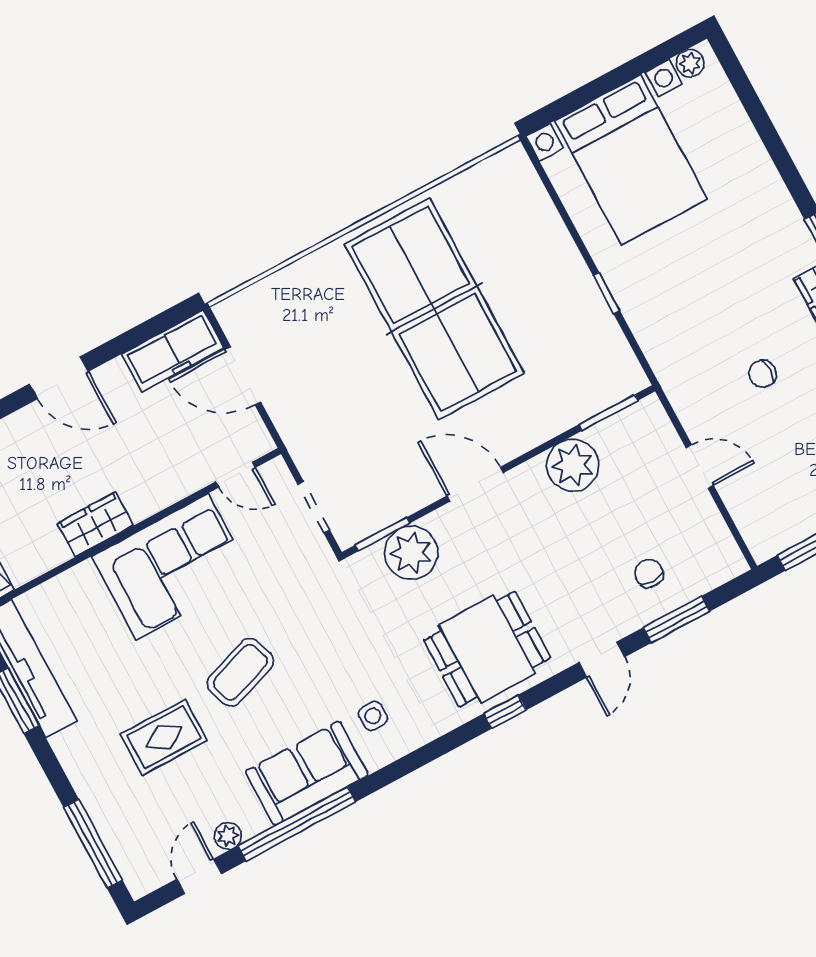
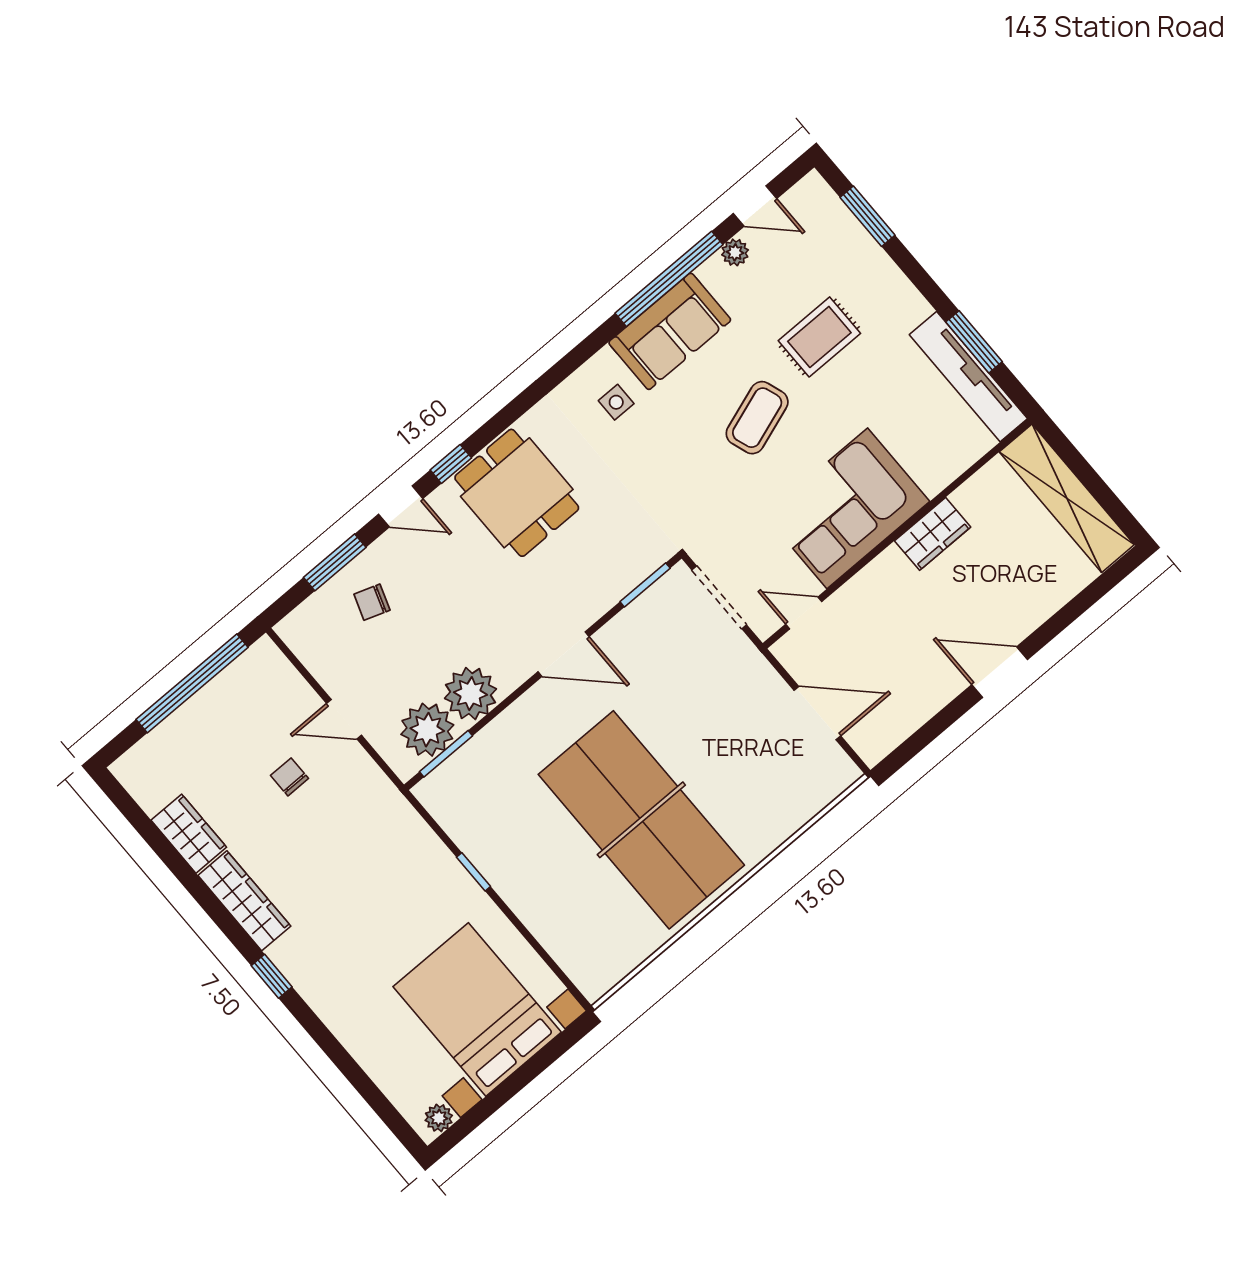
freezer: (173, 351) -> (892, 723), removed
chair: (763, 374) -> (289, 777), moved, turned -90
doorway: (314, 507) -> (719, 597), width x1.38
plant: (411, 553) -> (427, 730), moved
chair: (649, 573) -> (372, 602), turned 109
dining table: (487, 649) -> (517, 493), turned 90
door: (602, 660) -> (401, 506), swing flipped
window: (505, 712) -> (451, 464), moved
window: (93, 844) -> (868, 216), width x0.69
door: (199, 876) -> (755, 206), hinge flipped

